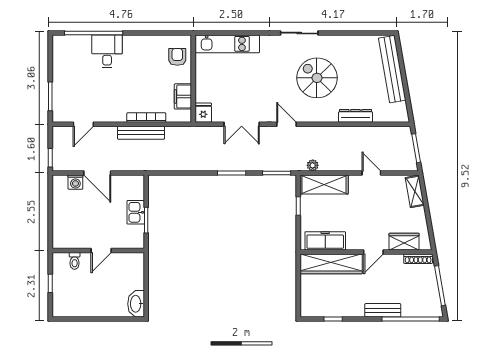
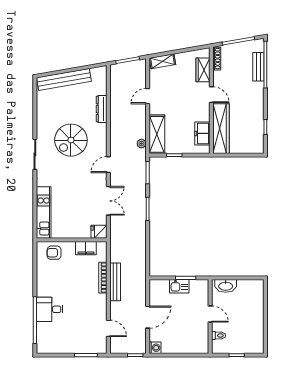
washing machine: (75, 182) -> (155, 348), moved
freezer: (325, 241) -> (202, 133), width x0.71
washbasin: (136, 304) -> (226, 286), moved
bench: (383, 310) -> (258, 67), moved

